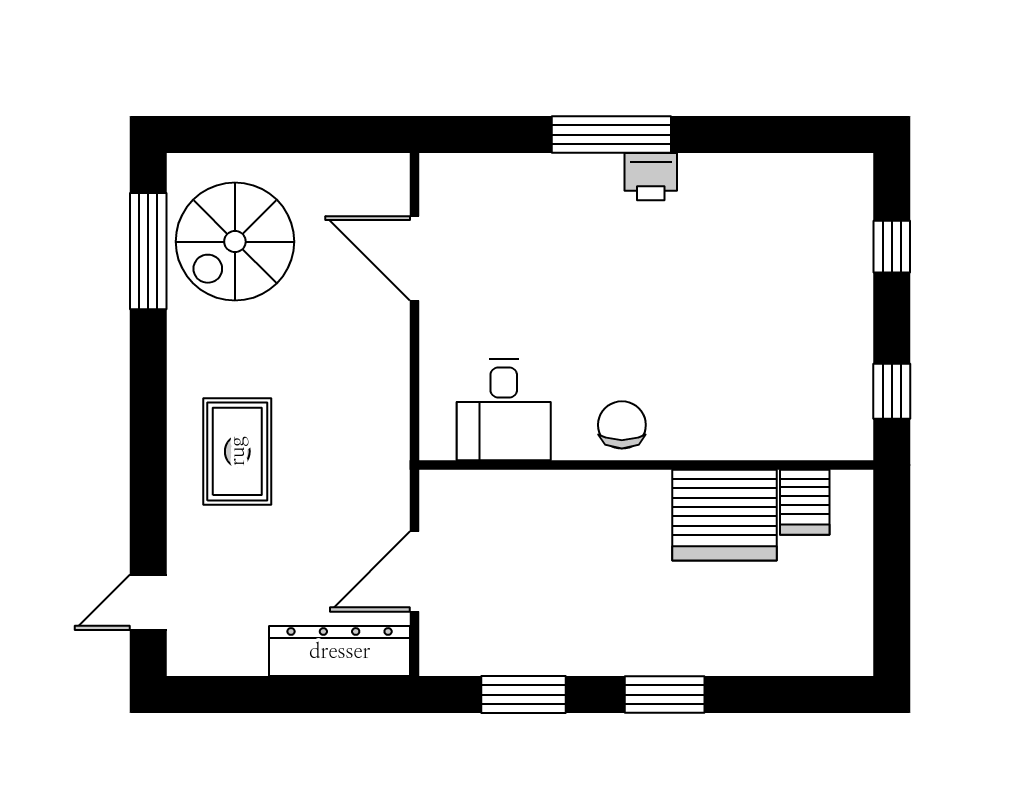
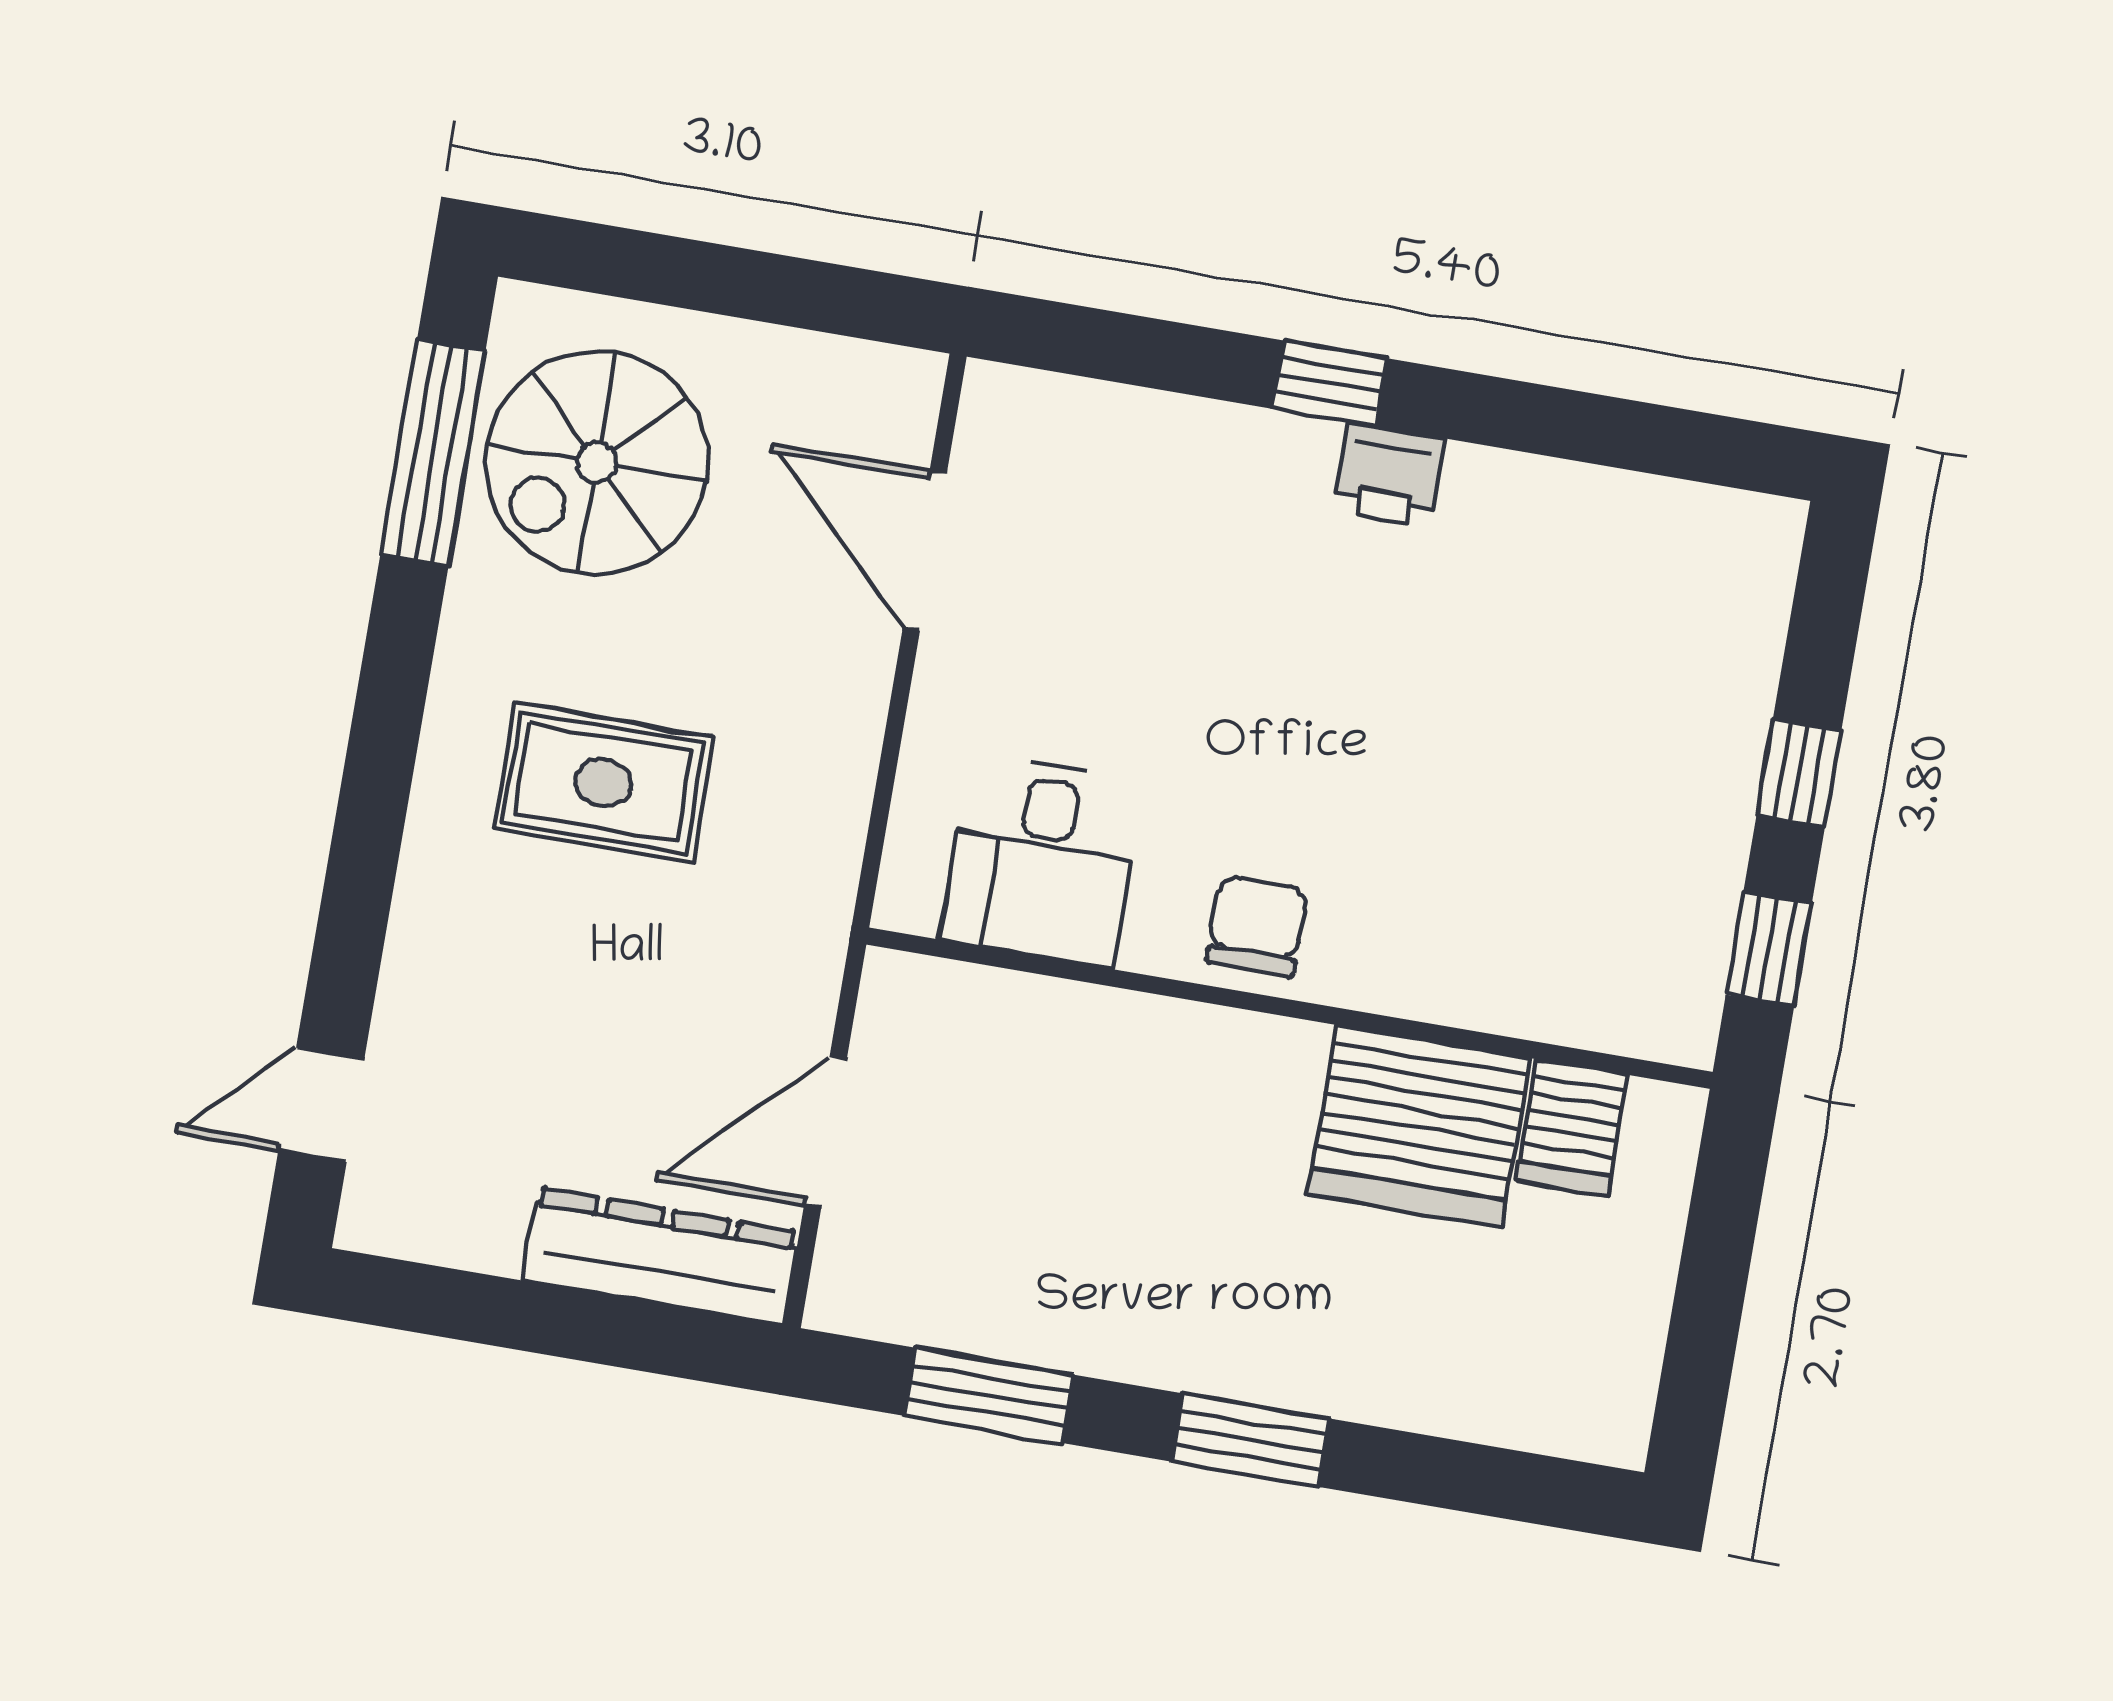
window: (611, 135) -> (1329, 384), width x0.46
window: (892, 247) -> (1799, 773), moved
rug: (237, 451) -> (603, 783), moved, turned 90

